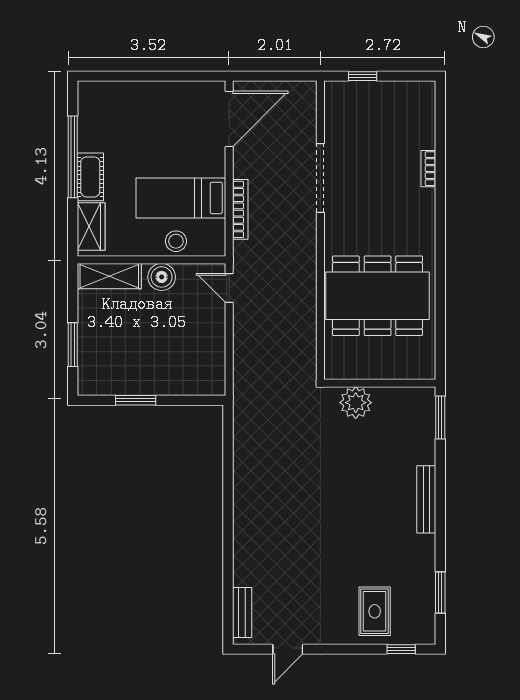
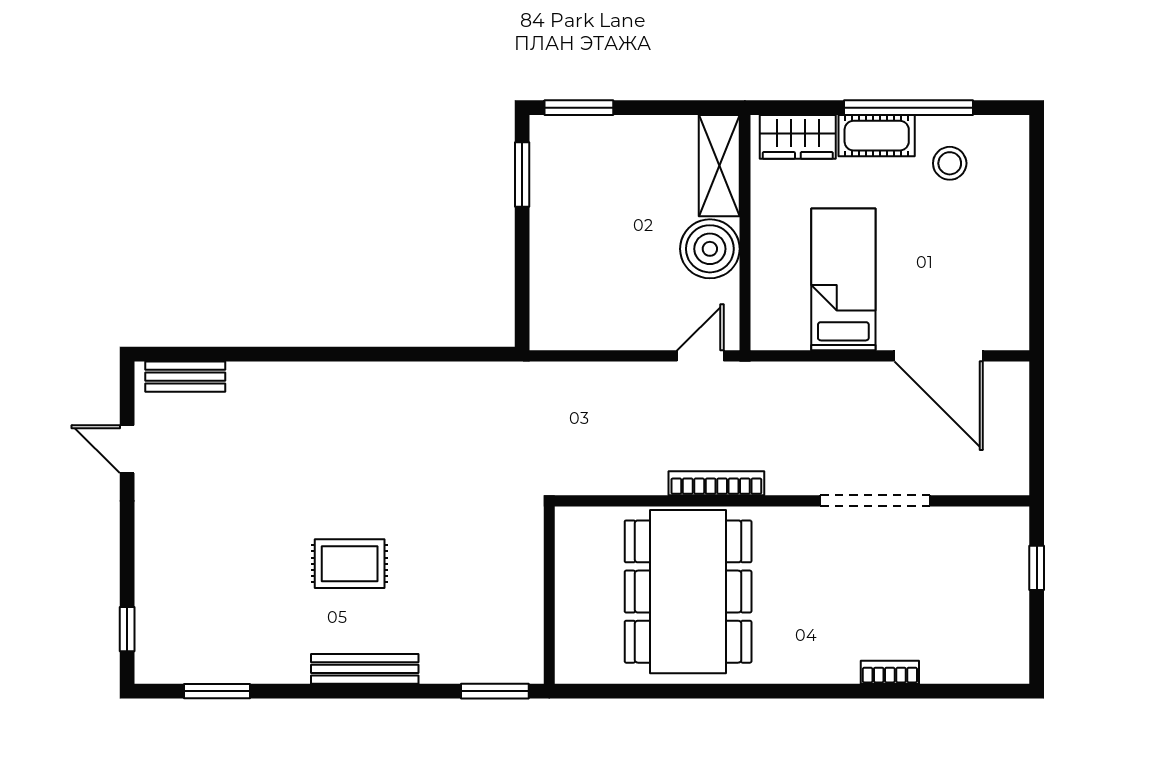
door: (229, 119) -> (939, 356), moved
bookcase: (240, 209) -> (716, 483), moved, turned 180
stool: (176, 241) -> (950, 163), moved
boiler: (162, 277) -> (710, 249), width x1.37, depth x1.37
window: (73, 345) -> (579, 108), moved
window: (136, 400) -> (522, 174), moved
plant: (356, 403) -> (518, 557), removed
rug: (375, 611) -> (350, 564), moved

